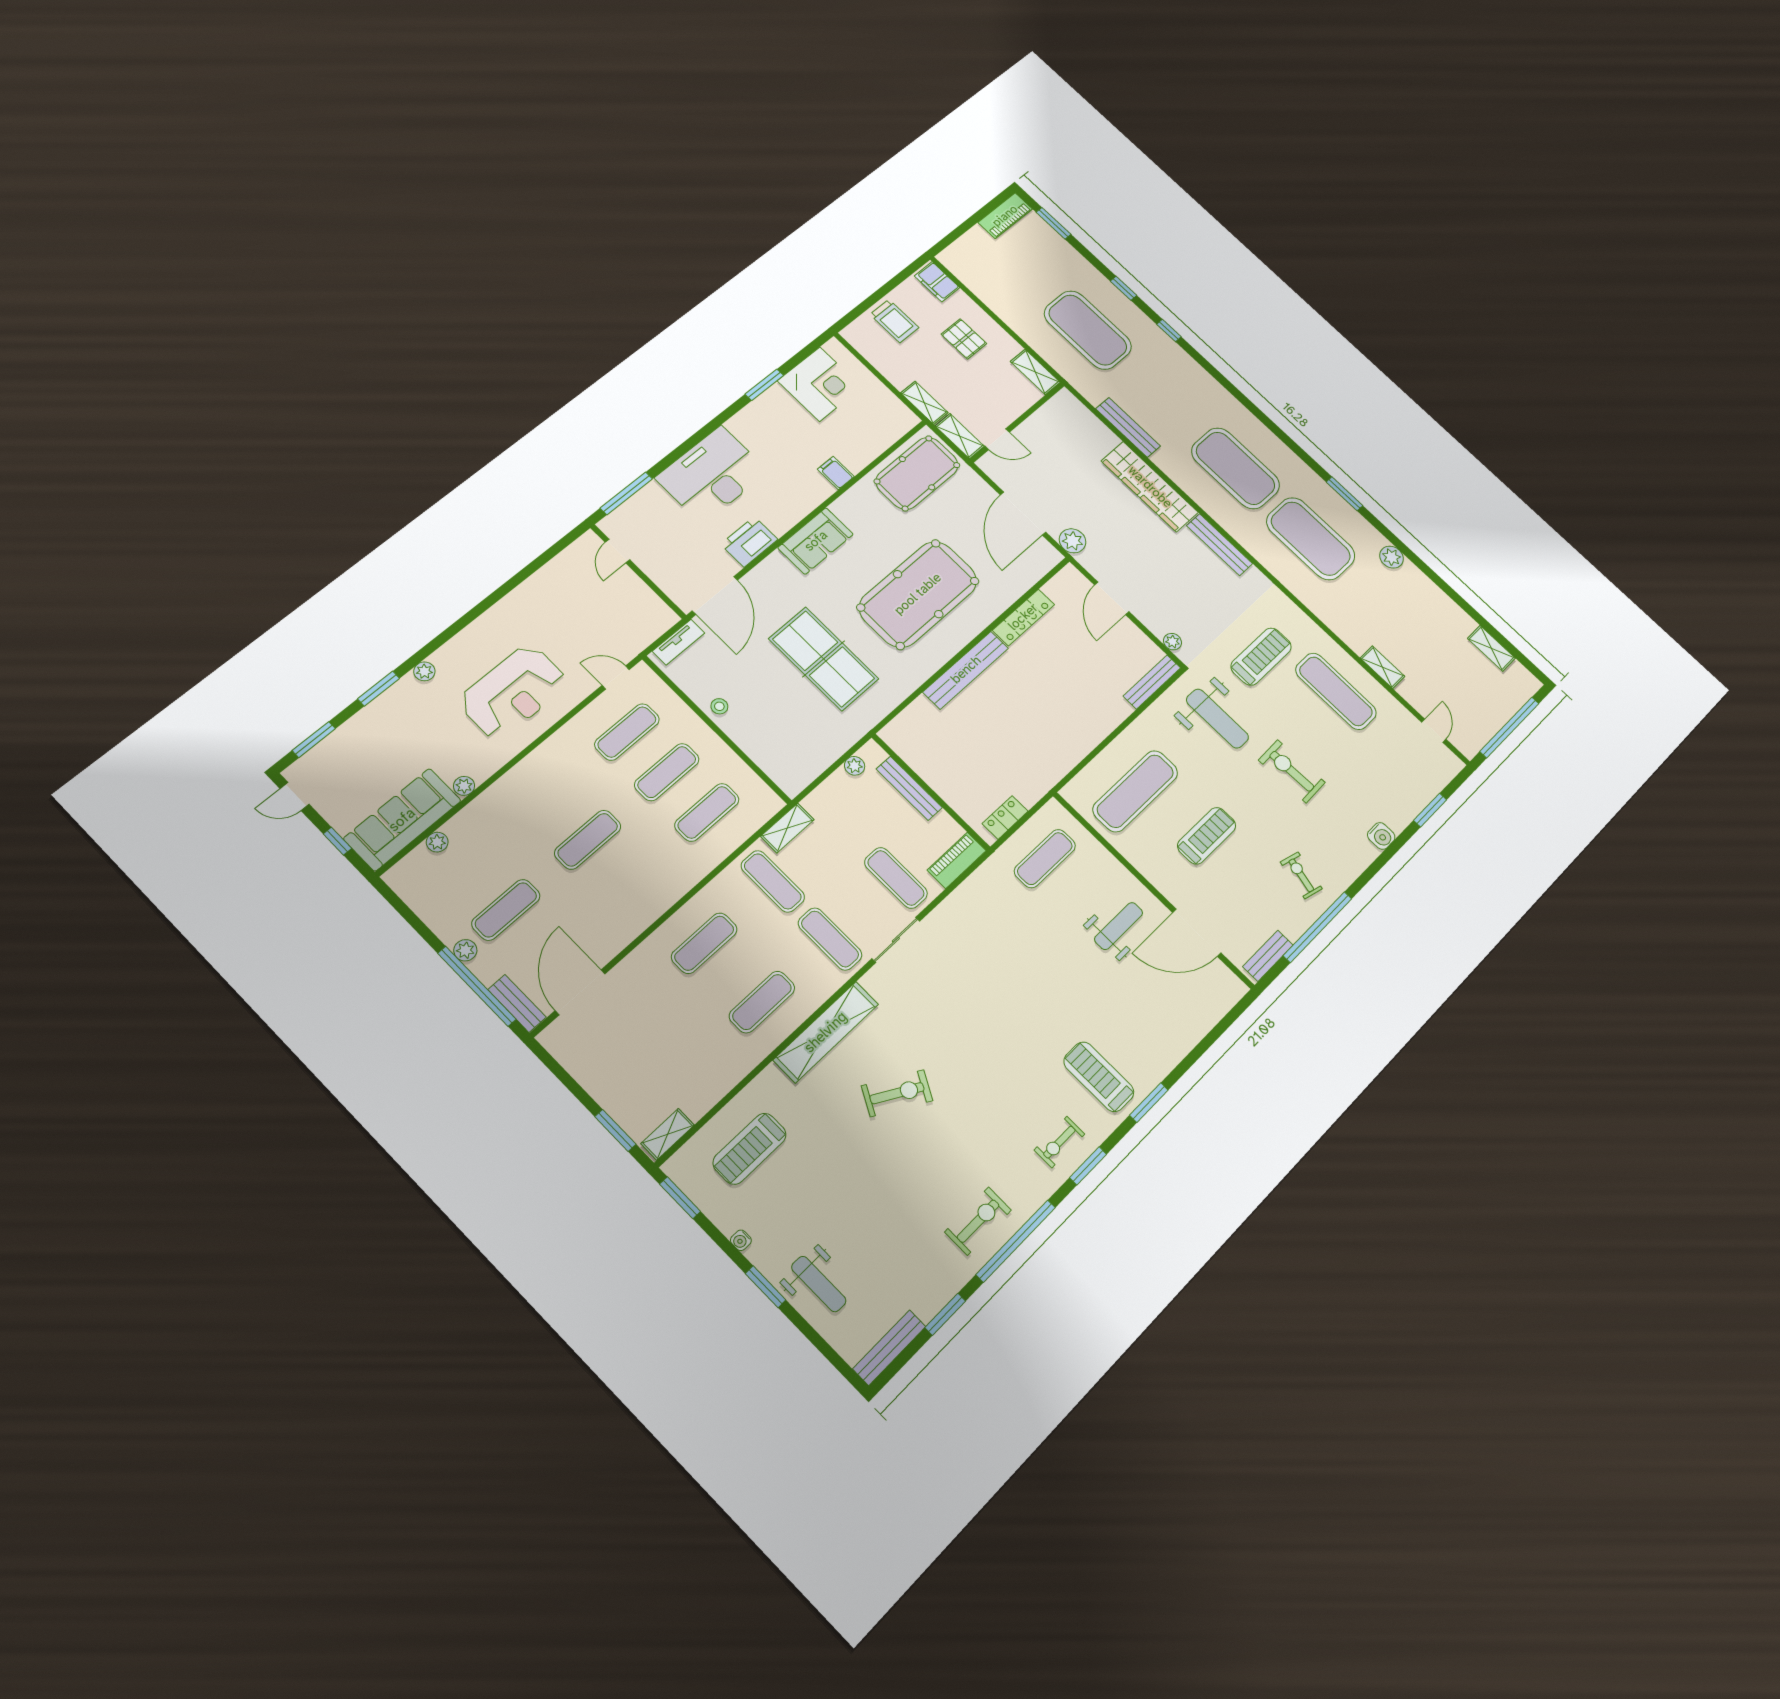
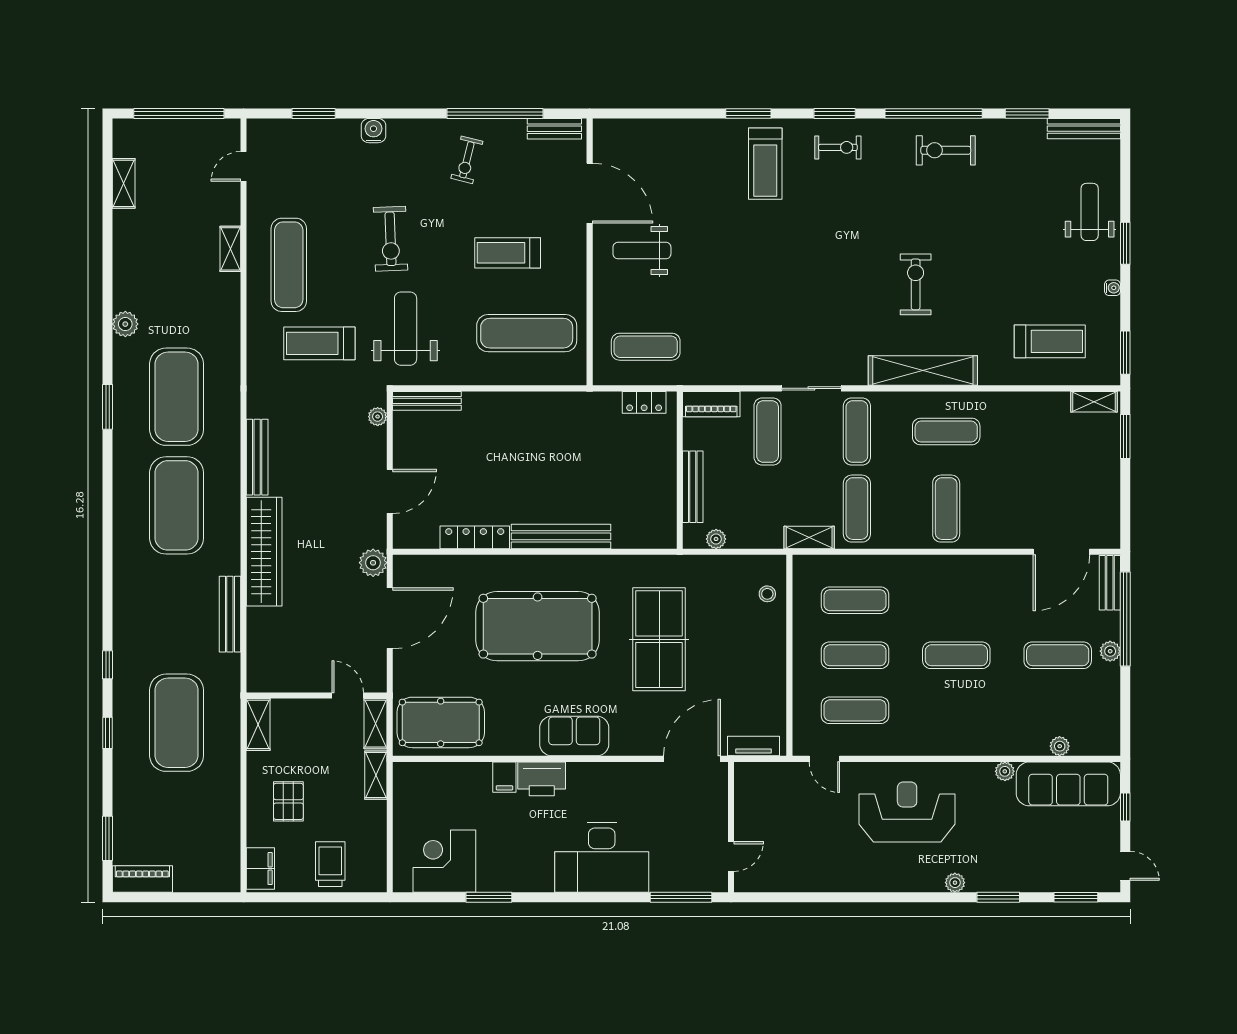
printer: (749, 542) -> (542, 779), moved
stool: (719, 706) -> (767, 594), moved
exercise mat: (704, 943) -> (946, 509), turned 90
exercise bike: (897, 1093) -> (916, 284), turned 61

